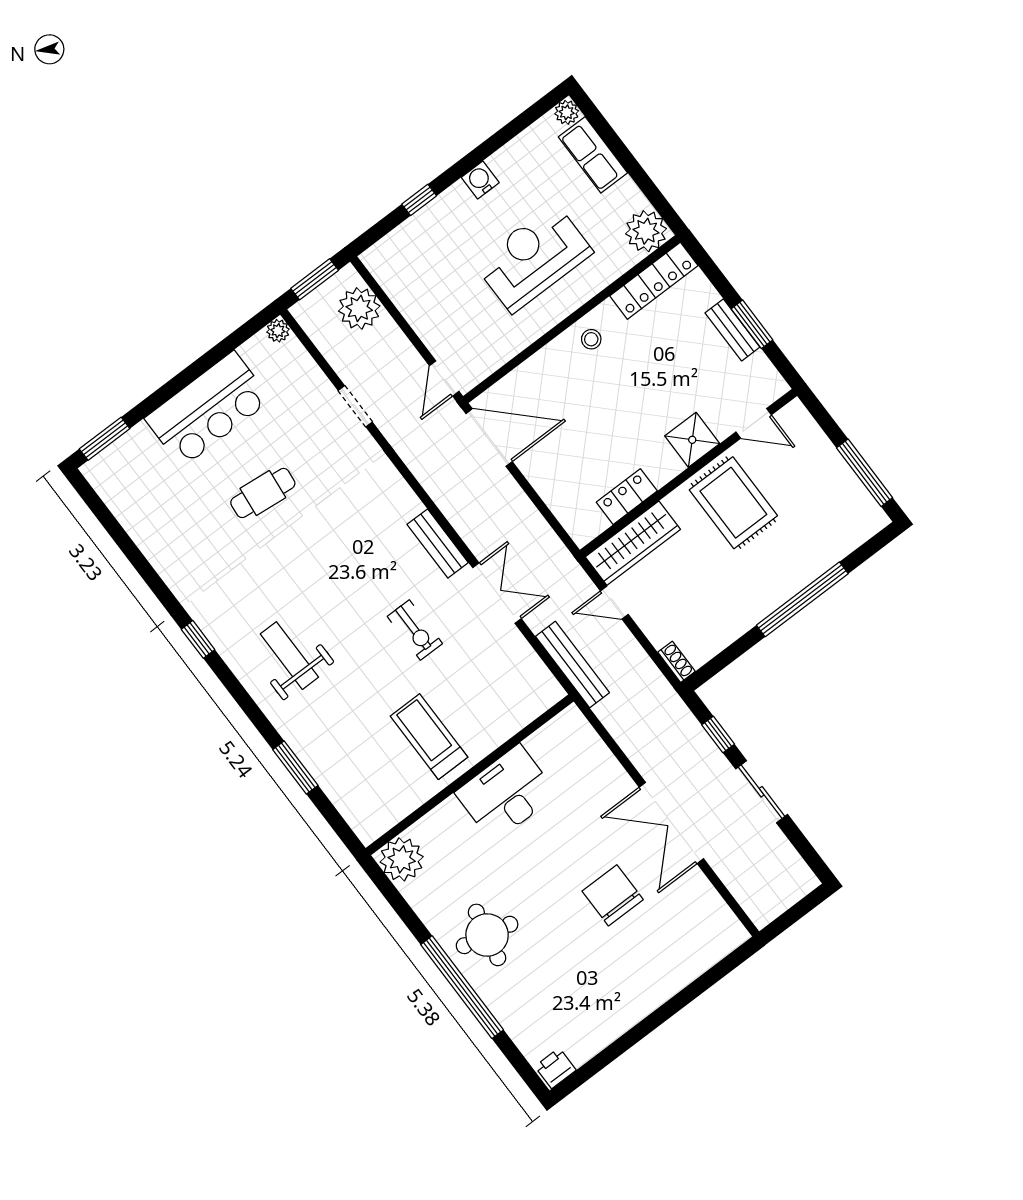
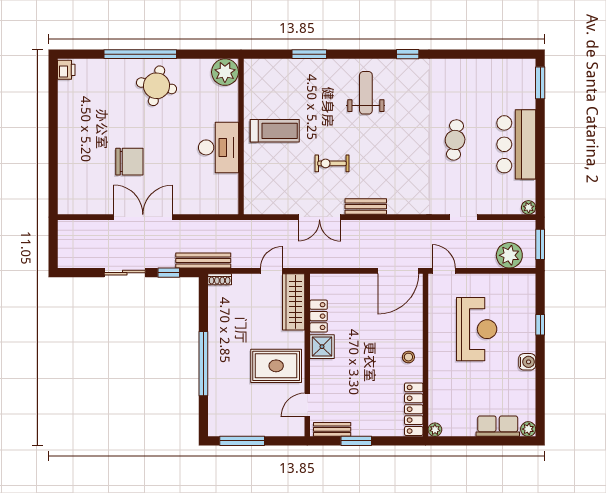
plant: (646, 231) -> (435, 430), width x0.53, depth x0.53
reception desk: (533, 258) -> (477, 329), moved
bench: (732, 330) -> (332, 429), moved
shower: (692, 440) -> (322, 347), moved
weight bench: (289, 656) -> (366, 93), turned -90
bench: (572, 664) -> (203, 260), moved

